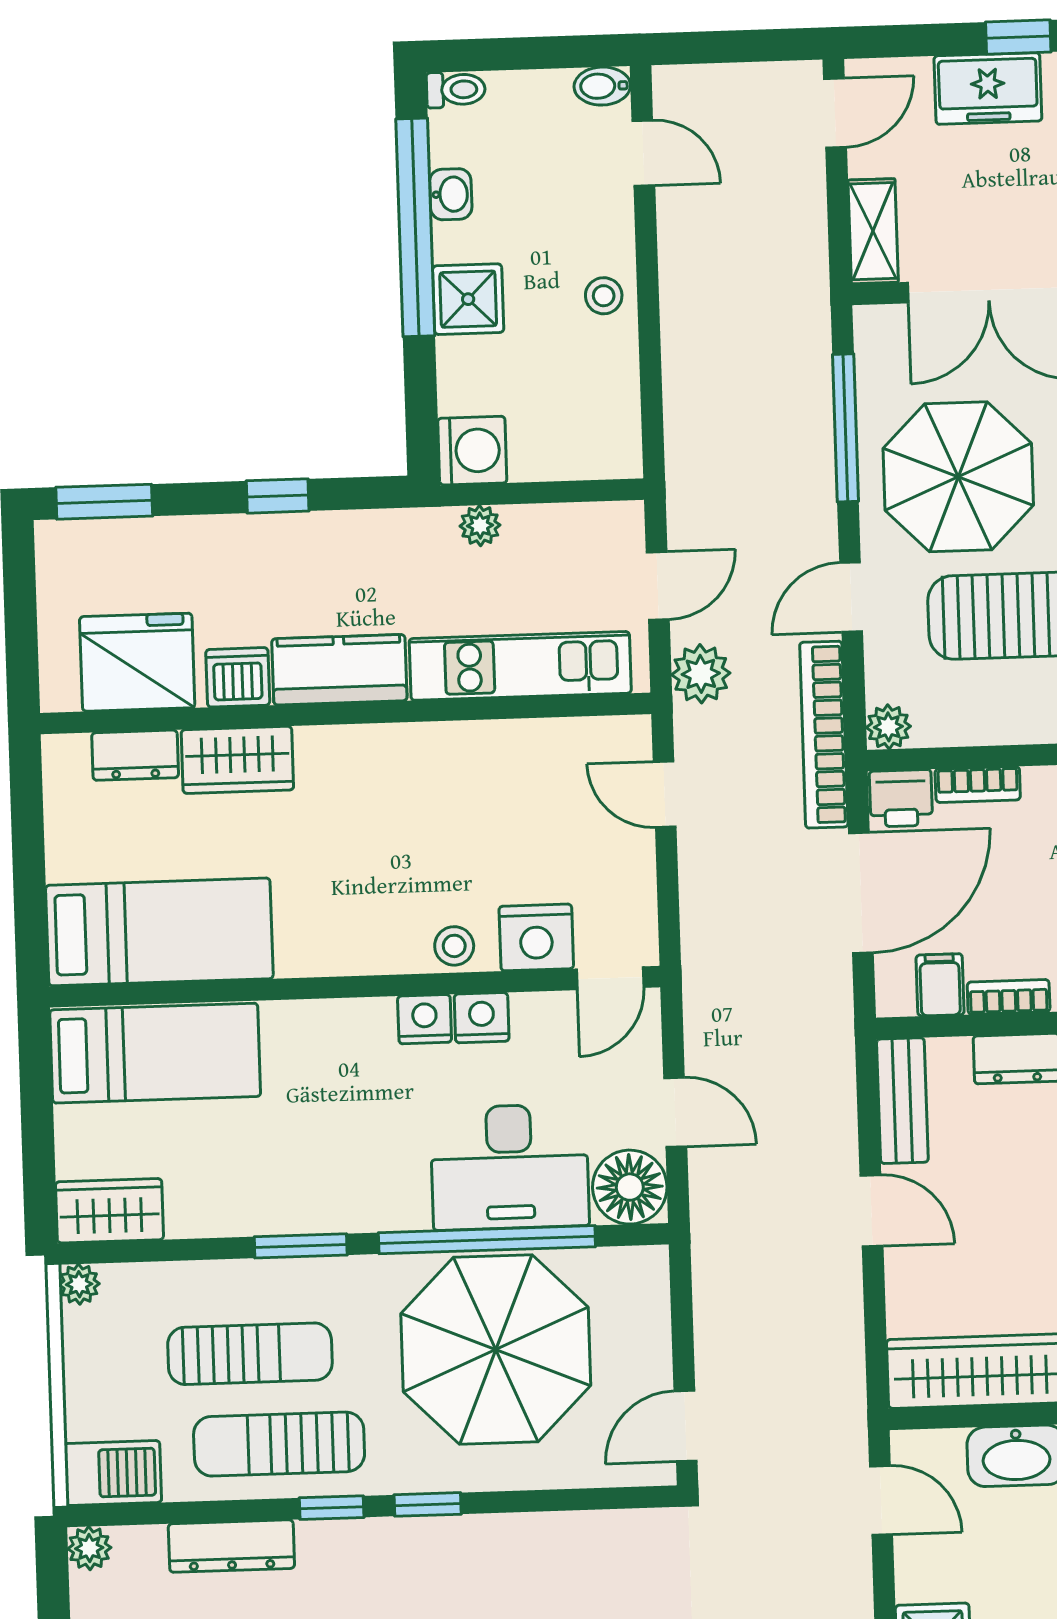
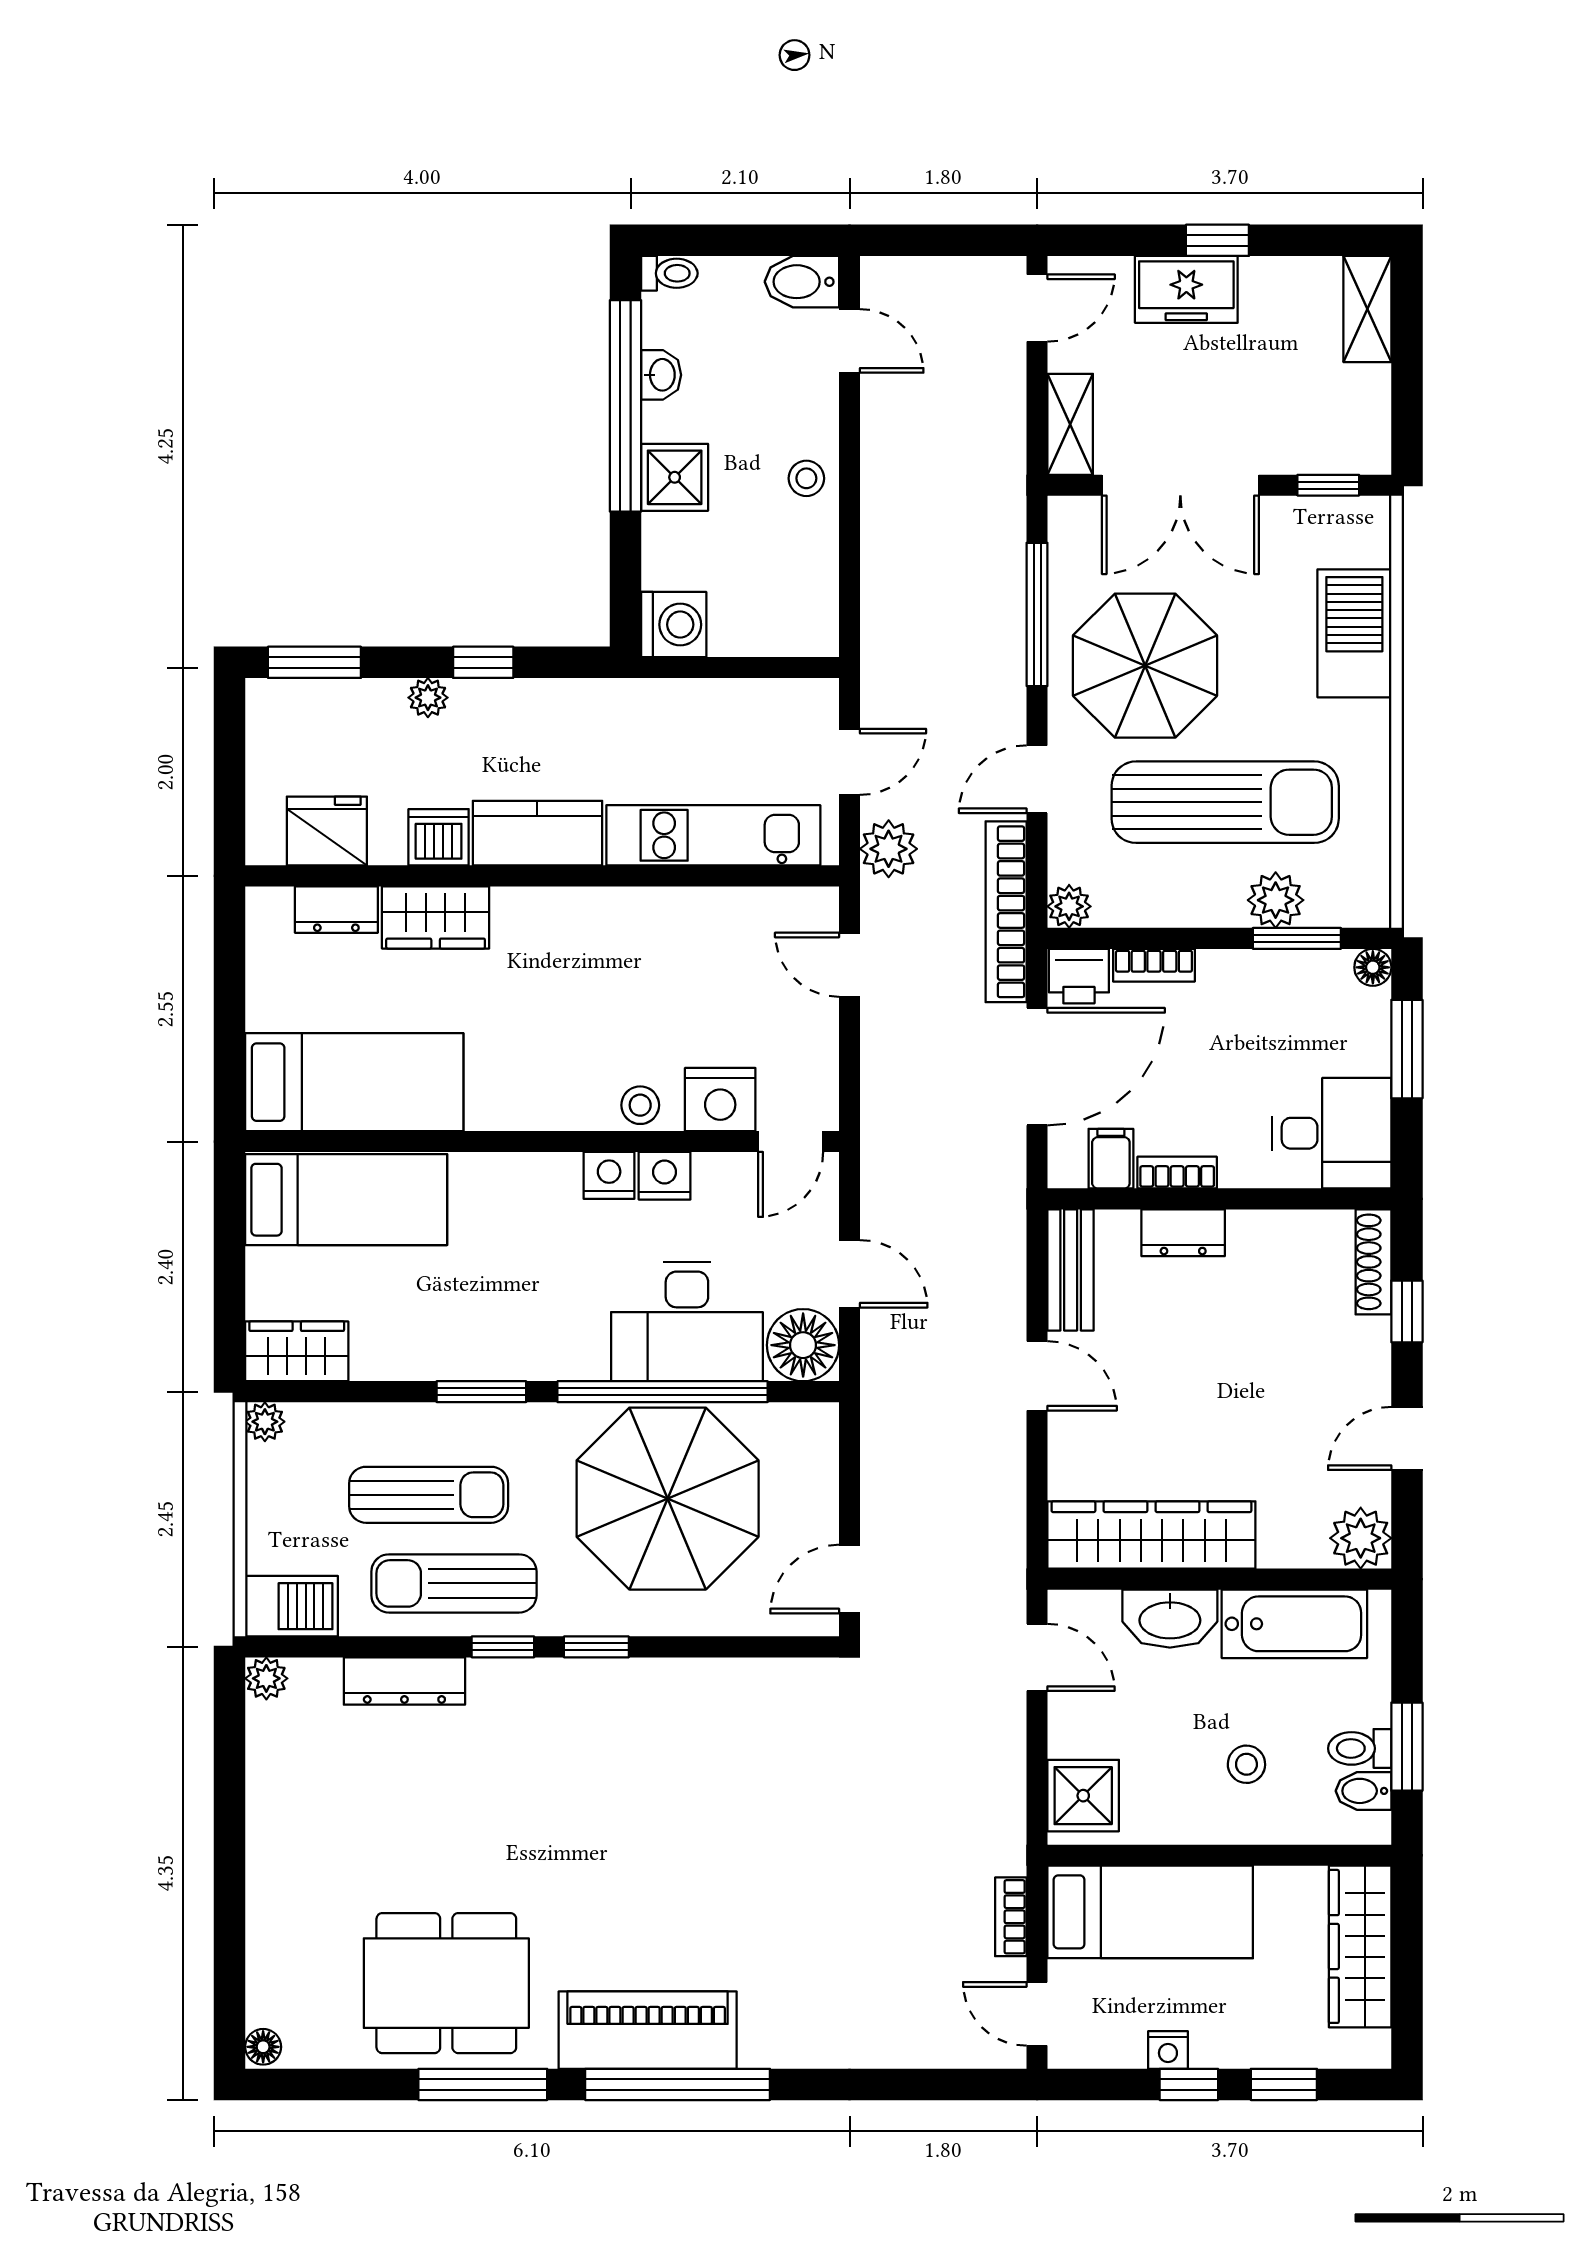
bidet: (602, 86) -> (802, 282), width x1.38, depth x1.36
plant: (480, 526) -> (428, 698), moved
fridge: (137, 662) -> (327, 831), width x0.73, depth x0.75

